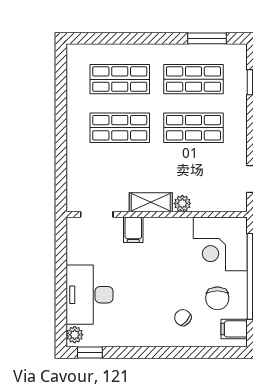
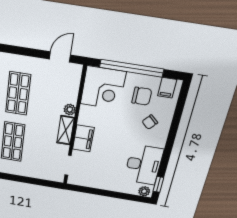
filing cabinet: (133, 230) -> (83, 138), width x2.00
desk: (89, 295) -> (144, 165), moved, turned -90

